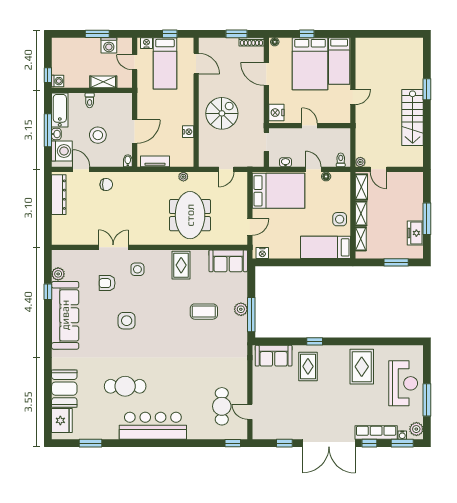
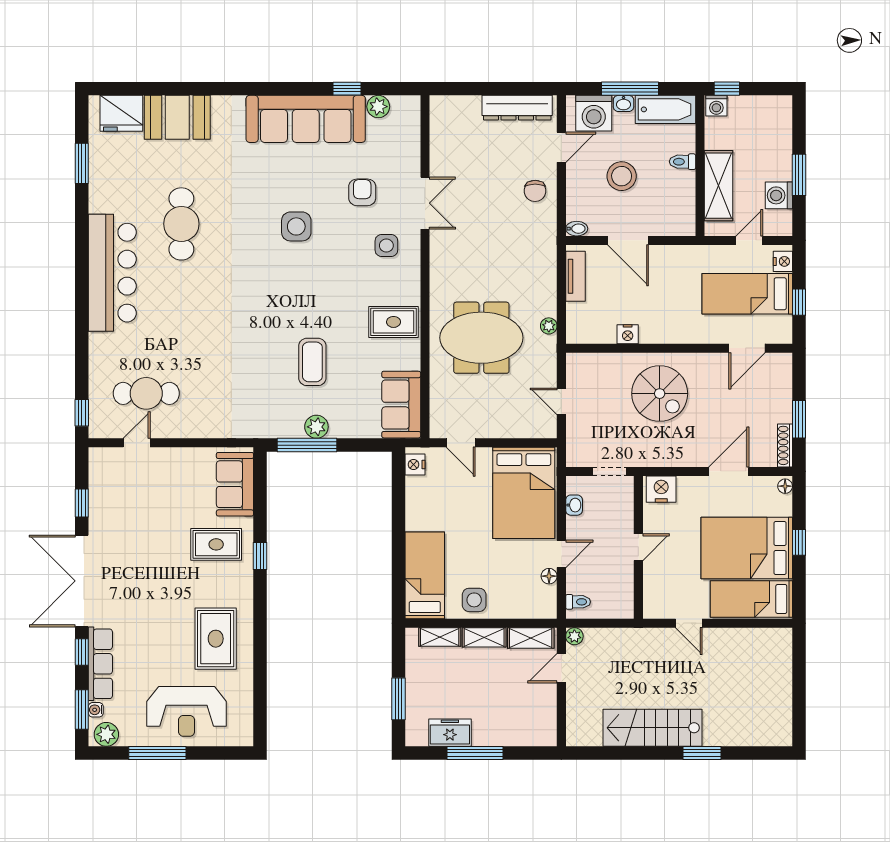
shelving: (103, 82) -> (718, 186), width x1.50, depth x1.33
rug: (362, 367) -> (216, 639), turned 90

